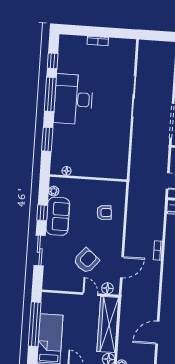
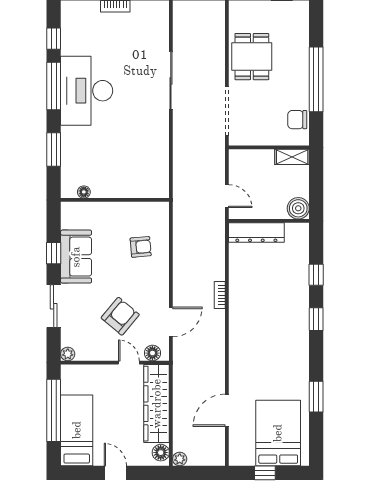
plant: (54, 191) -> (68, 354), moved

